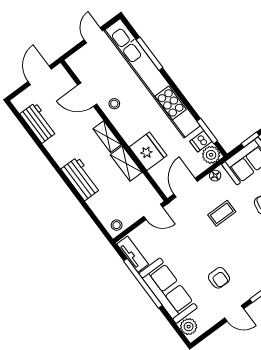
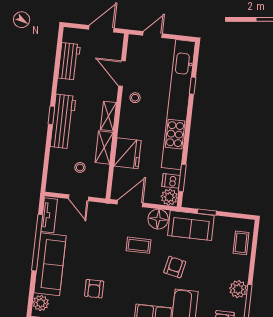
door: (93, 35) -> (153, 34), moved
window: (150, 54) -> (193, 86), width x0.46
window: (63, 176) -> (51, 115), added
floor lamp: (215, 176) -> (158, 219), width x1.89, depth x1.89
workbench: (81, 179) -> (63, 121), width x1.38
door: (153, 212) -> (78, 198), moved
stool: (117, 225) -> (80, 167), moved

